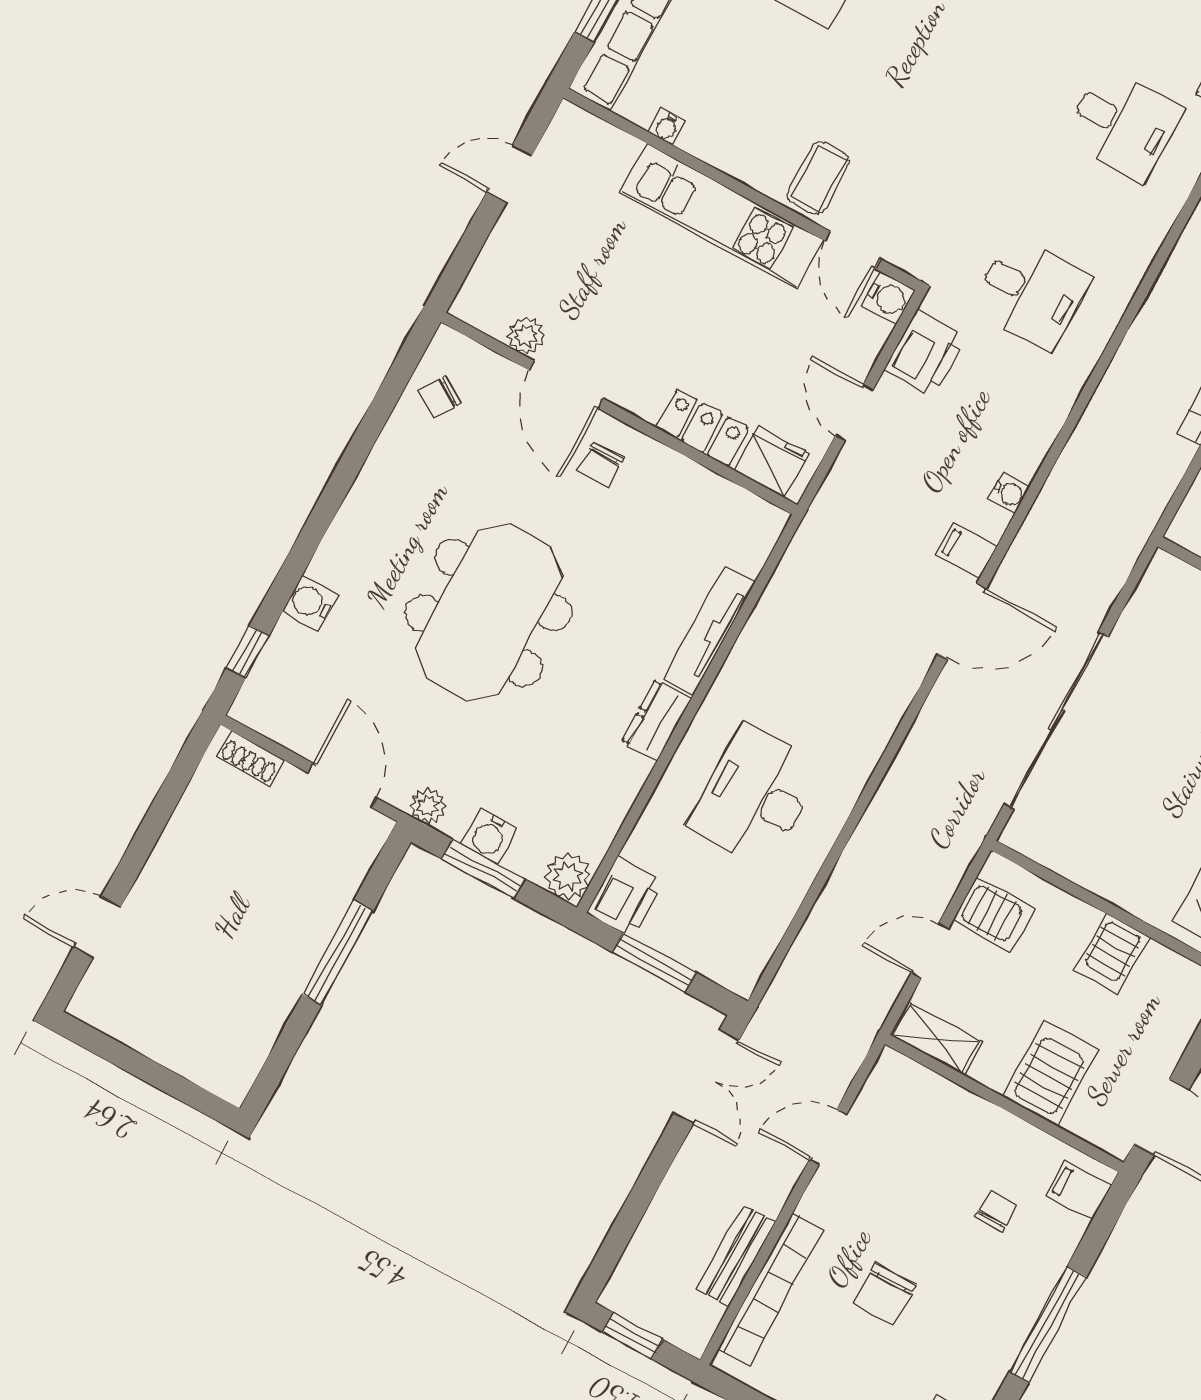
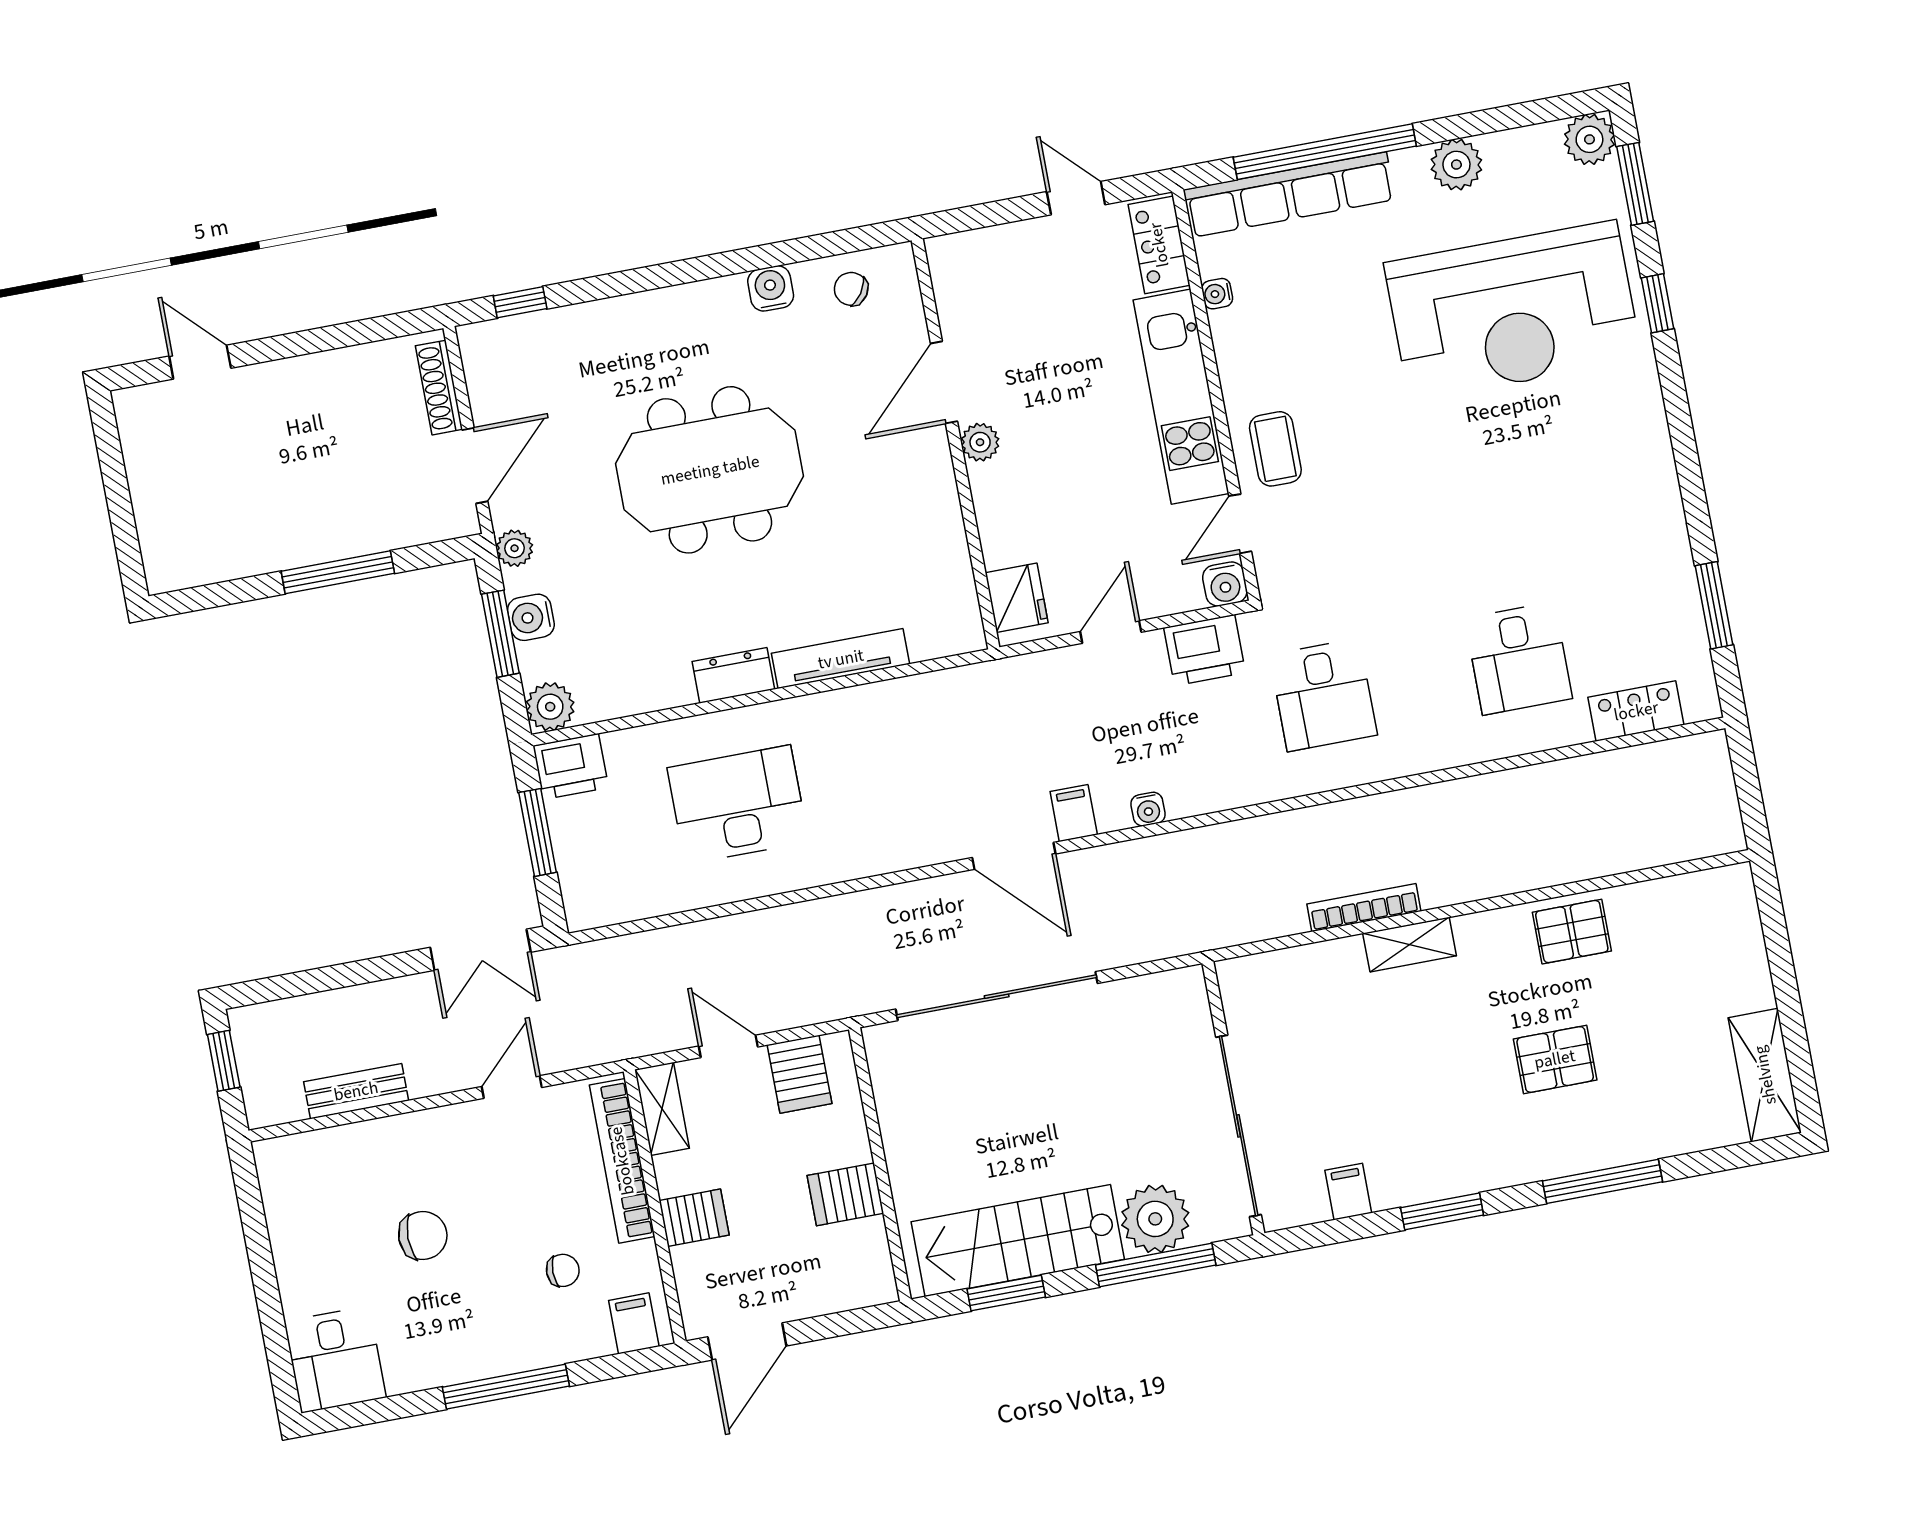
coffee table: (818, 178) -> (1275, 449), turned 90
plant: (526, 336) -> (980, 442), moved
locker: (702, 428) -> (1159, 245), moved, turned 180
chair: (600, 465) -> (902, 462), removed
water cooler: (310, 603) -> (771, 288), moved
shoe rack: (250, 758) -> (439, 388), width x1.43
server rack: (1050, 1073) -> (694, 1218), width x0.73, depth x0.70
door: (828, 1137) -> (512, 1087), hinge flipped
bookcase: (770, 1290) -> (622, 1161), moved, turned 90
chair: (884, 1294) -> (423, 1235), turned 180

